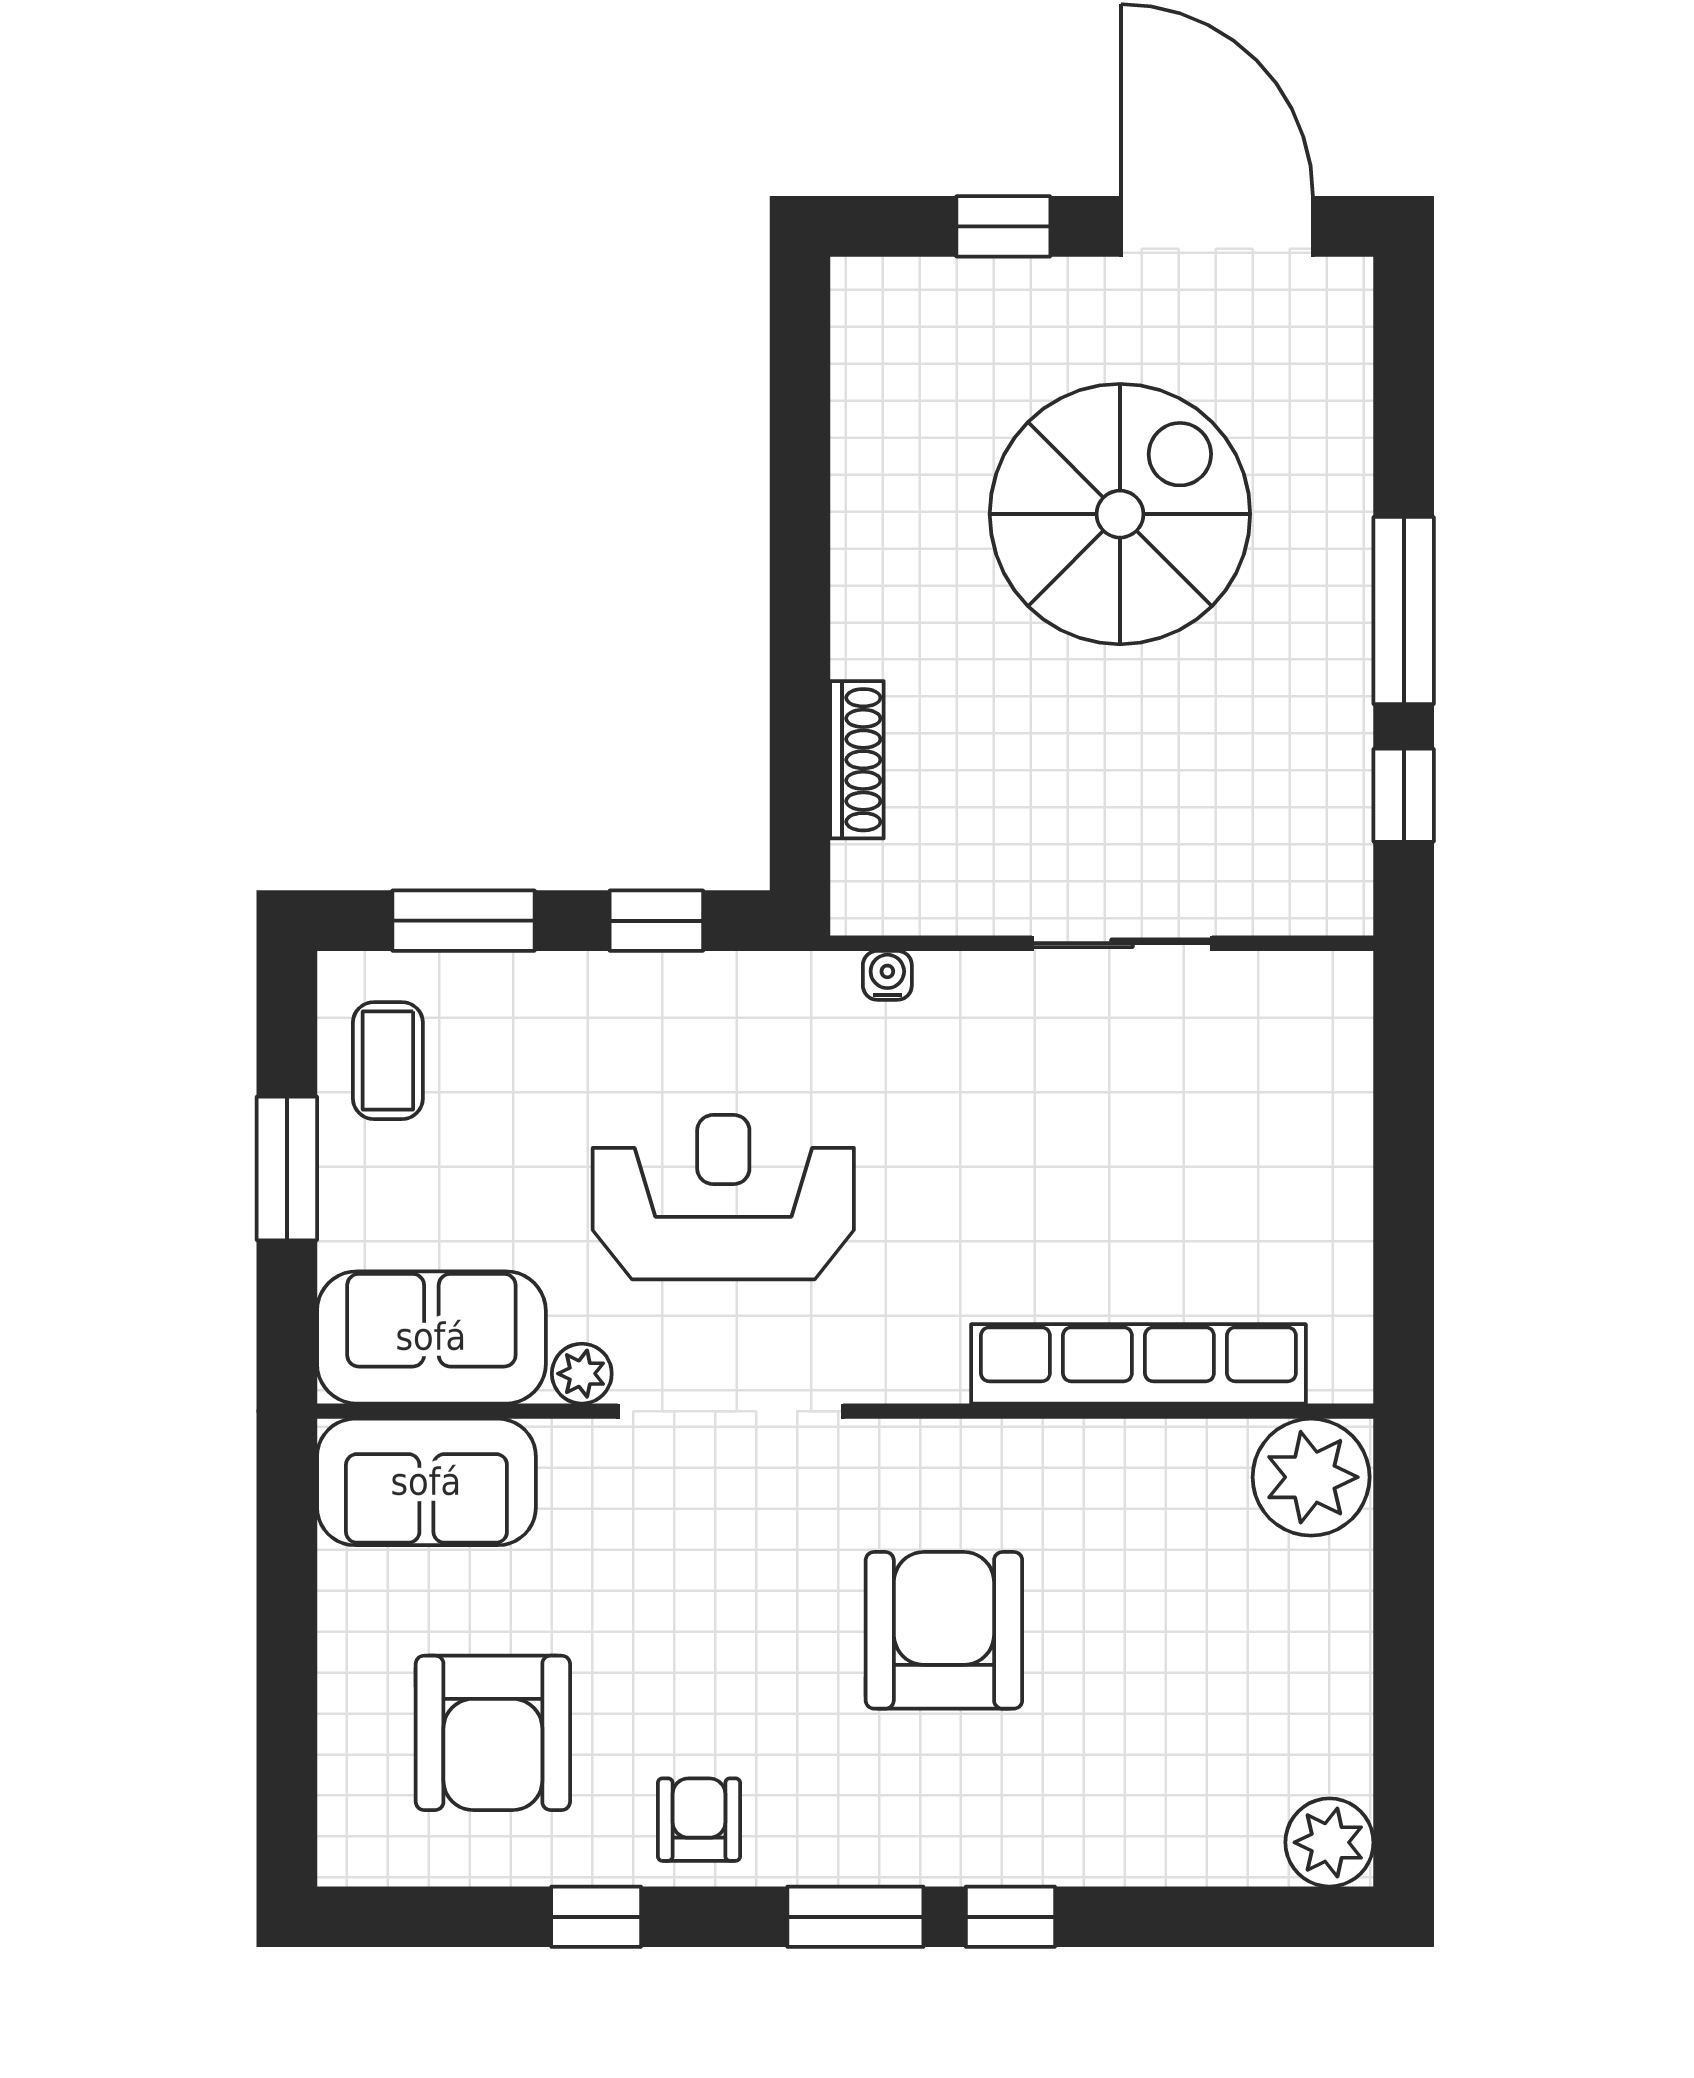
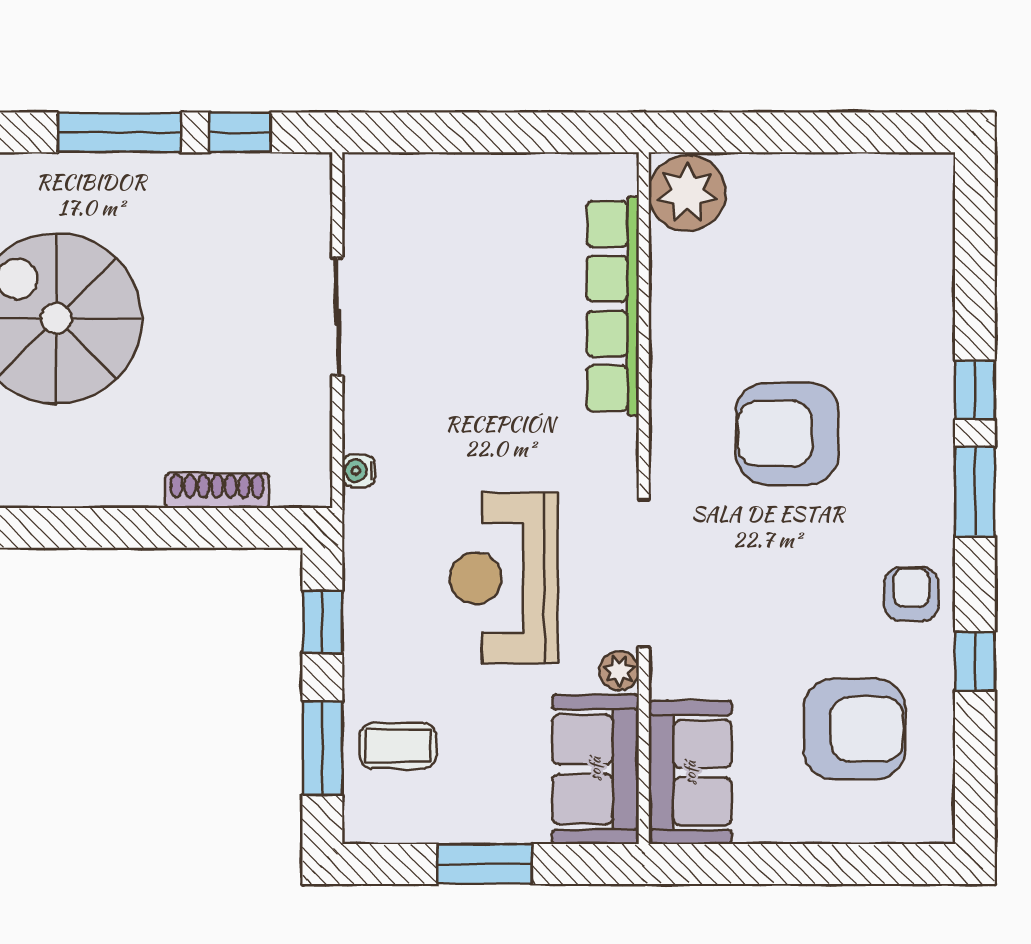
coffee table: (388, 1061) -> (398, 746), moved
armchair: (699, 1820) -> (911, 594), turned 90
plant: (1329, 1842) -> (926, 181), removed

